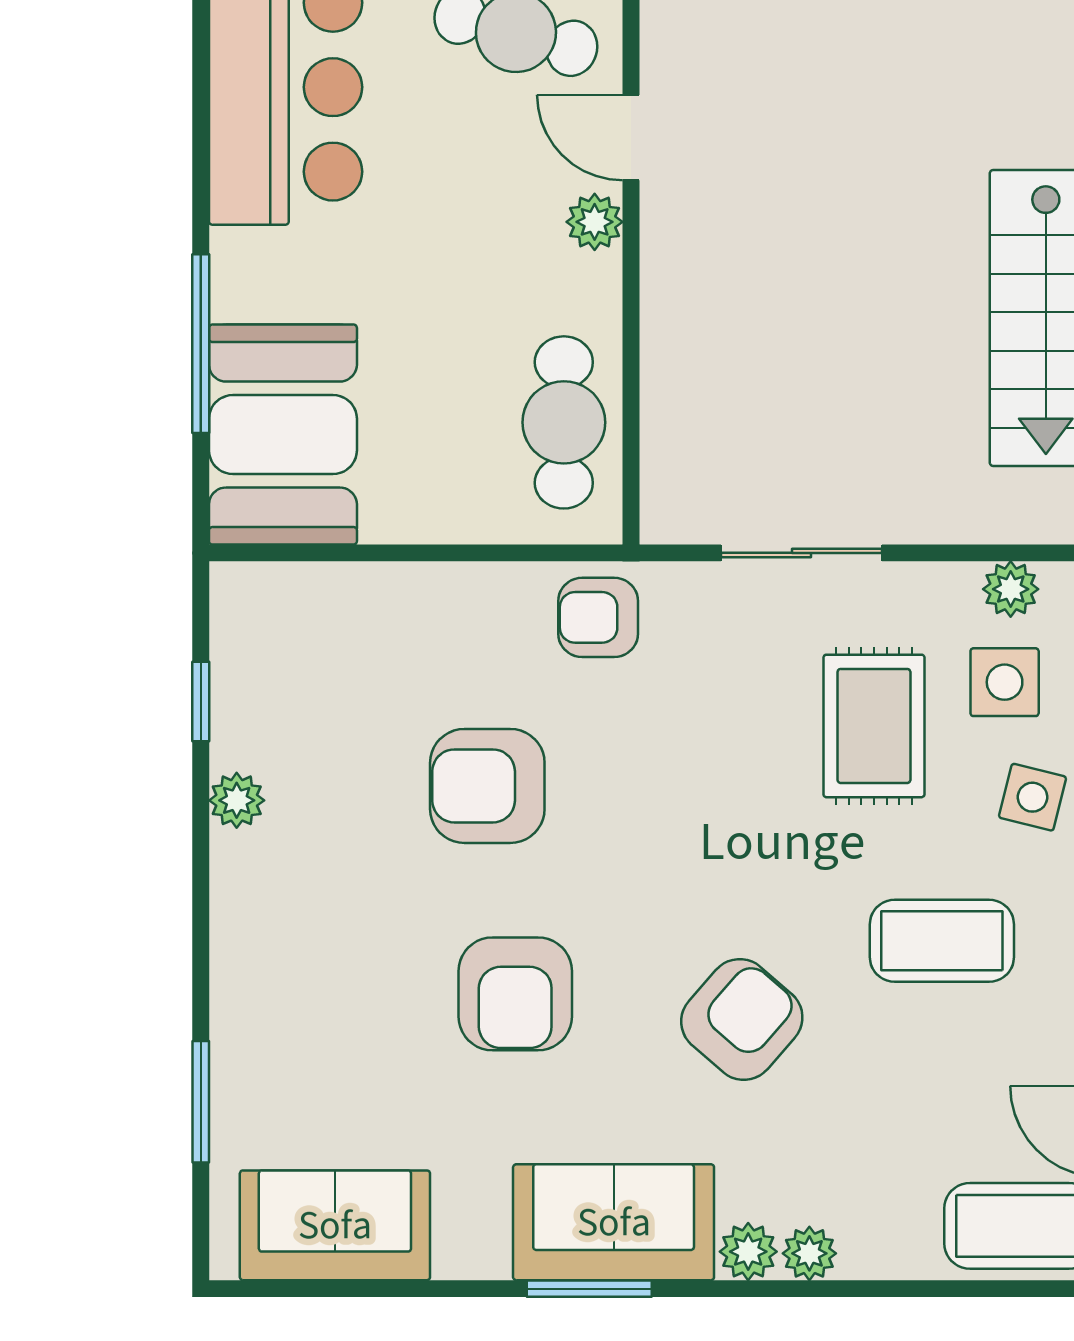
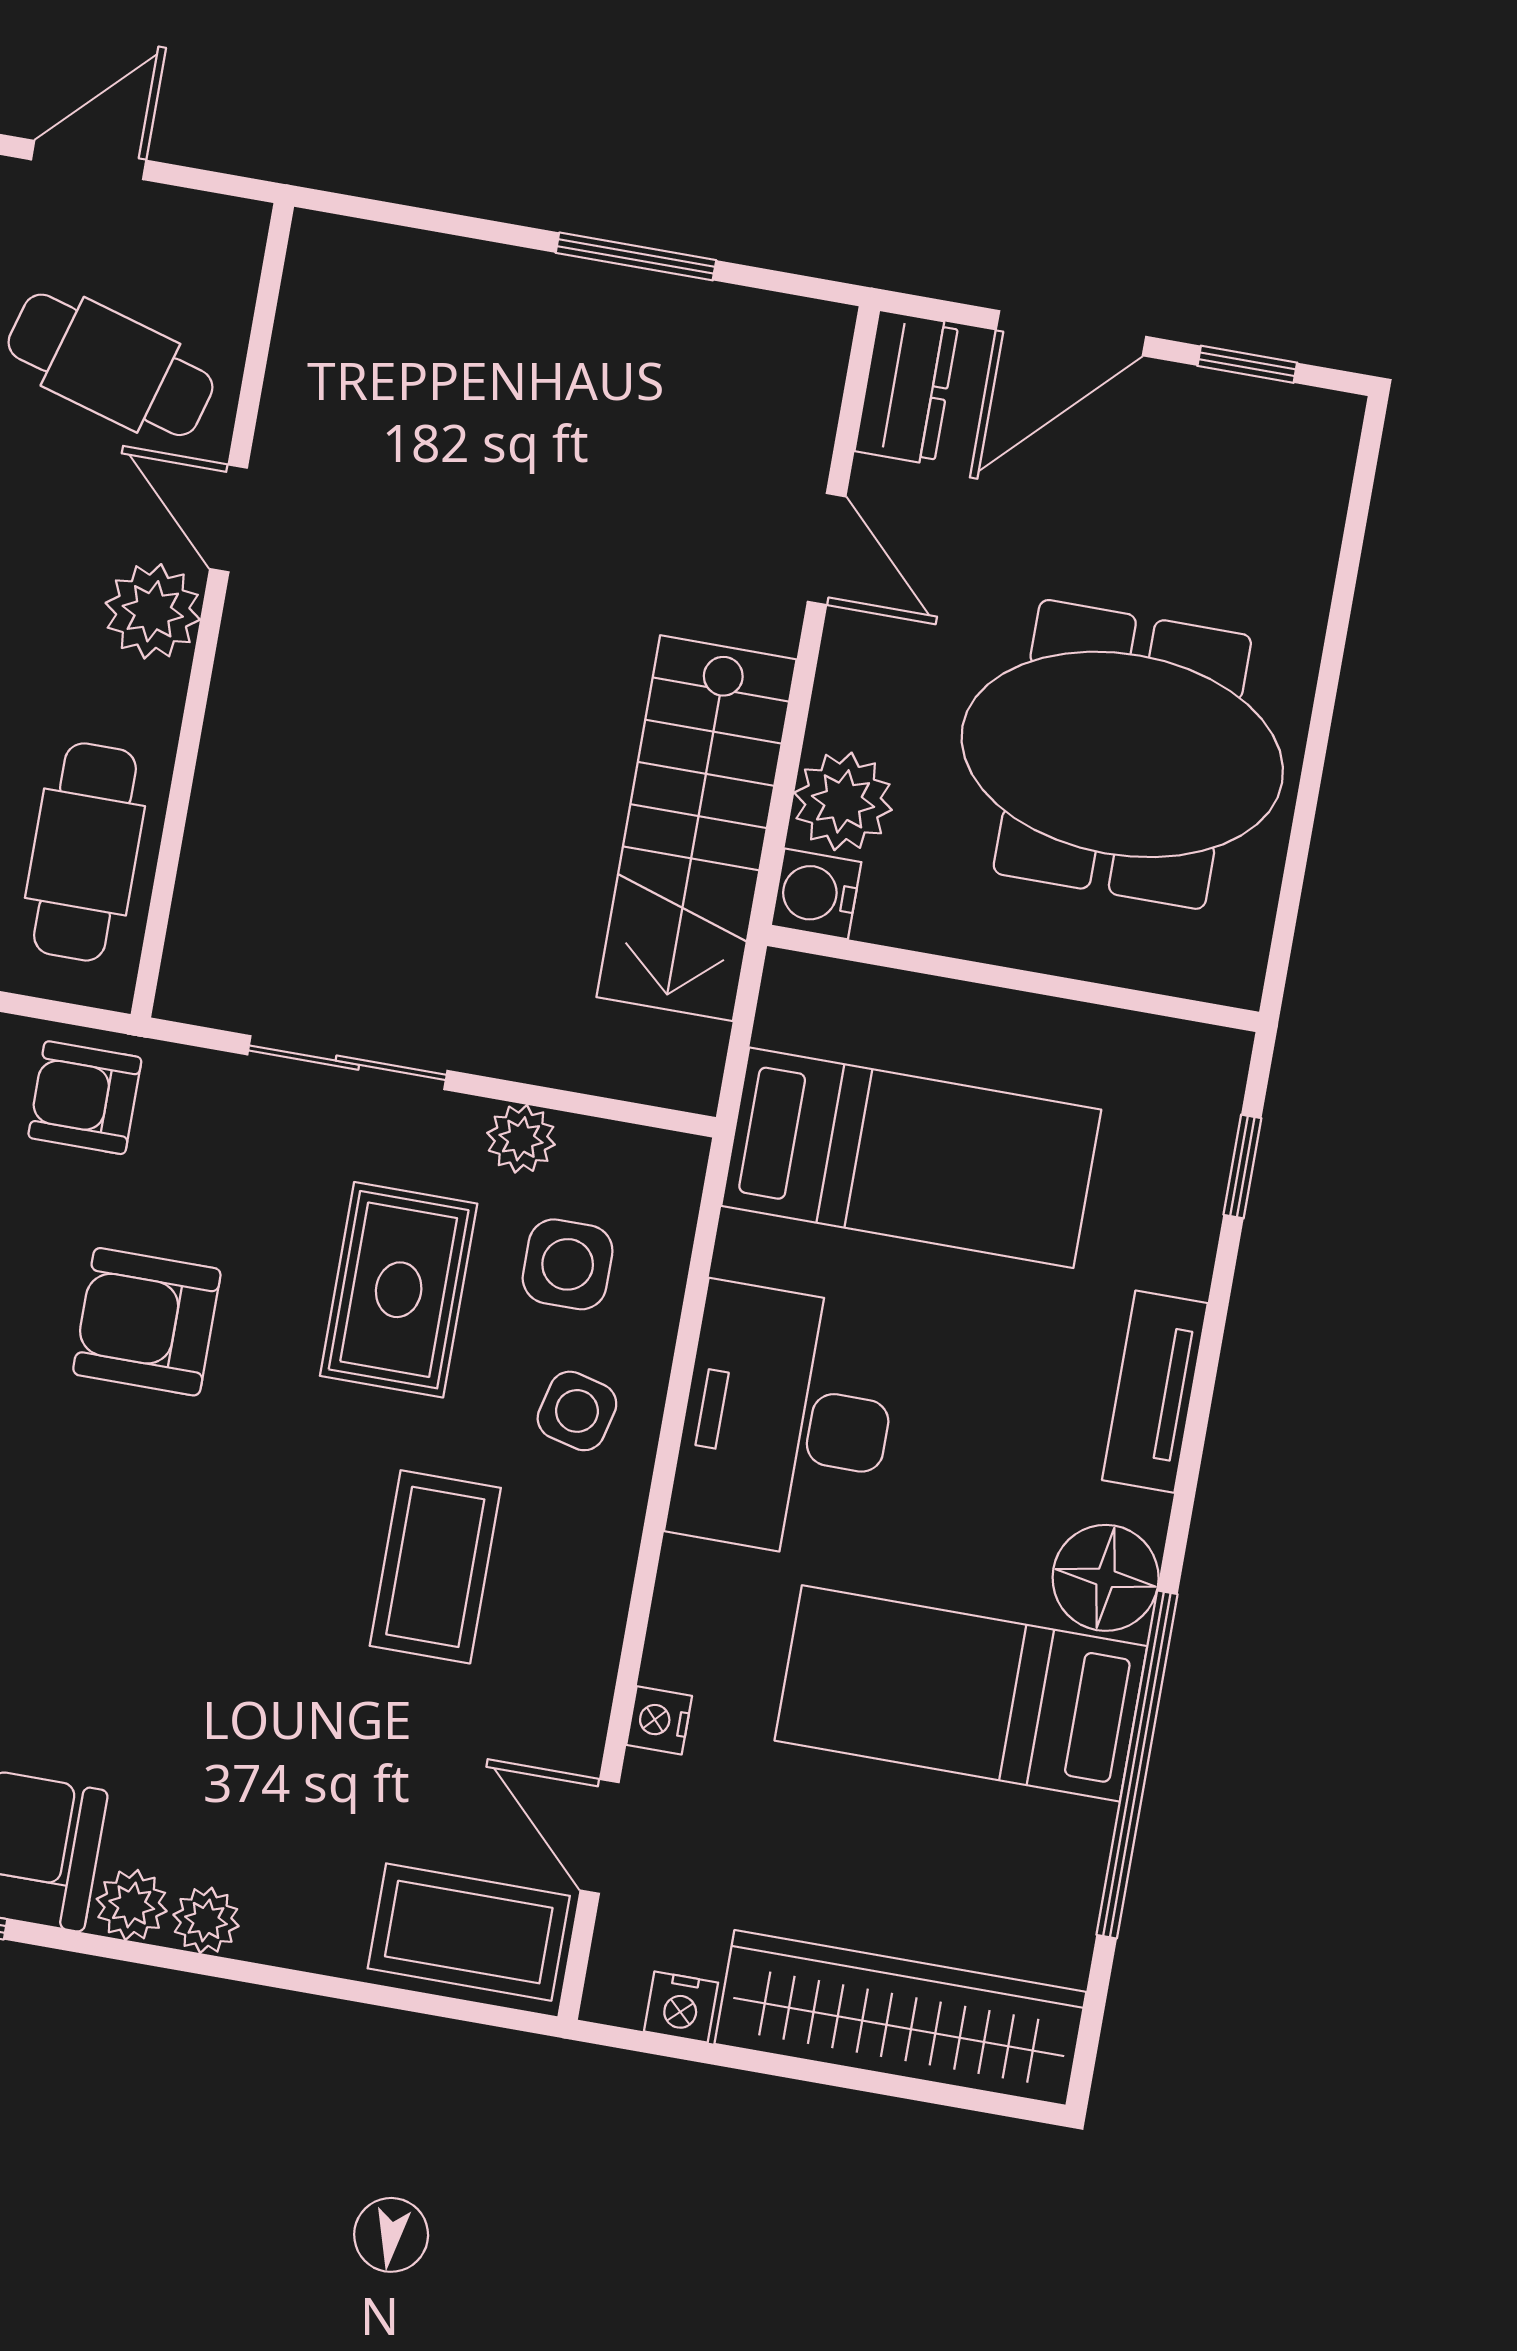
plant: (595, 222) -> (153, 611), width x1.38, depth x1.38
plant: (1011, 589) -> (521, 1139), moved
coffee table: (942, 941) -> (435, 1567), turned 90
armchair: (742, 1019) -> (147, 1322), moved, turned -131

